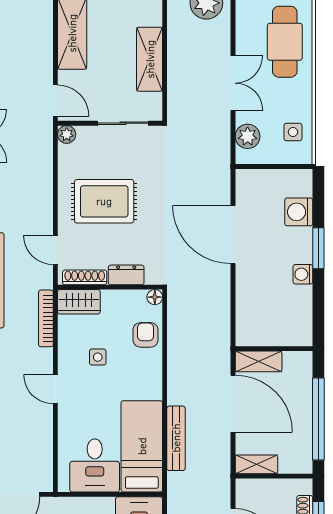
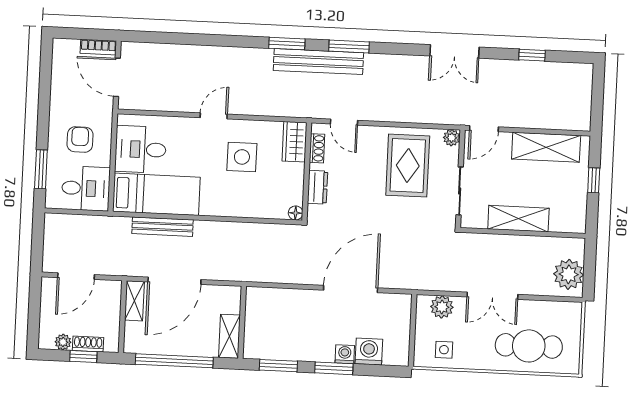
rug: (104, 201) -> (408, 166), moved
door: (55, 250) -> (344, 122), swing flipped
washing machine: (303, 274) -> (345, 354), moved
shoe rack: (85, 277) -> (317, 148), width x0.70
window: (318, 308) -> (278, 366), added
bookcase: (46, 318) -> (280, 110), removed
armchair: (146, 335) -> (261, 203), removed
side table: (98, 357) -> (242, 157), width x1.87, depth x1.87
shelving: (259, 361) -> (229, 336), moved
door: (233, 404) -> (174, 281), moved

